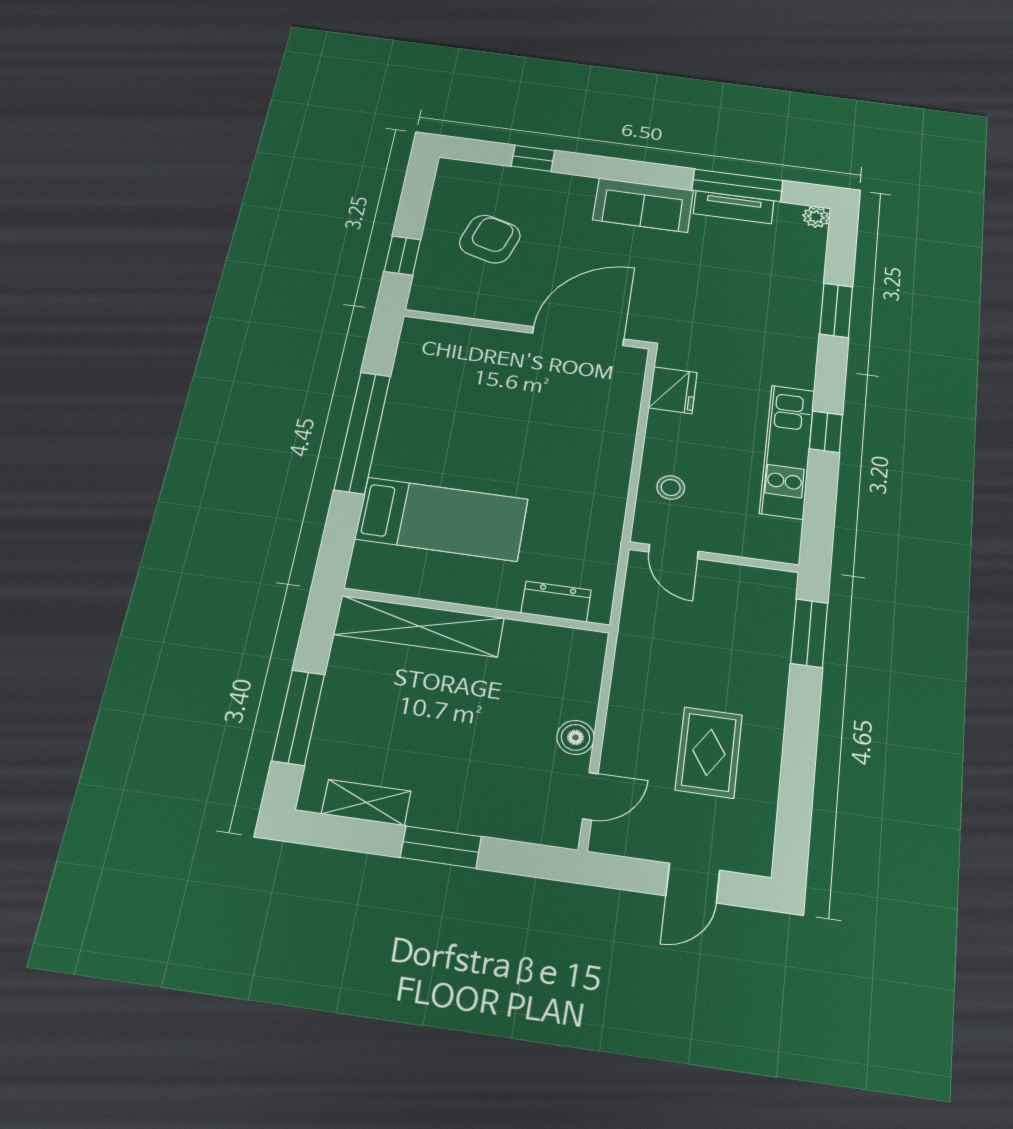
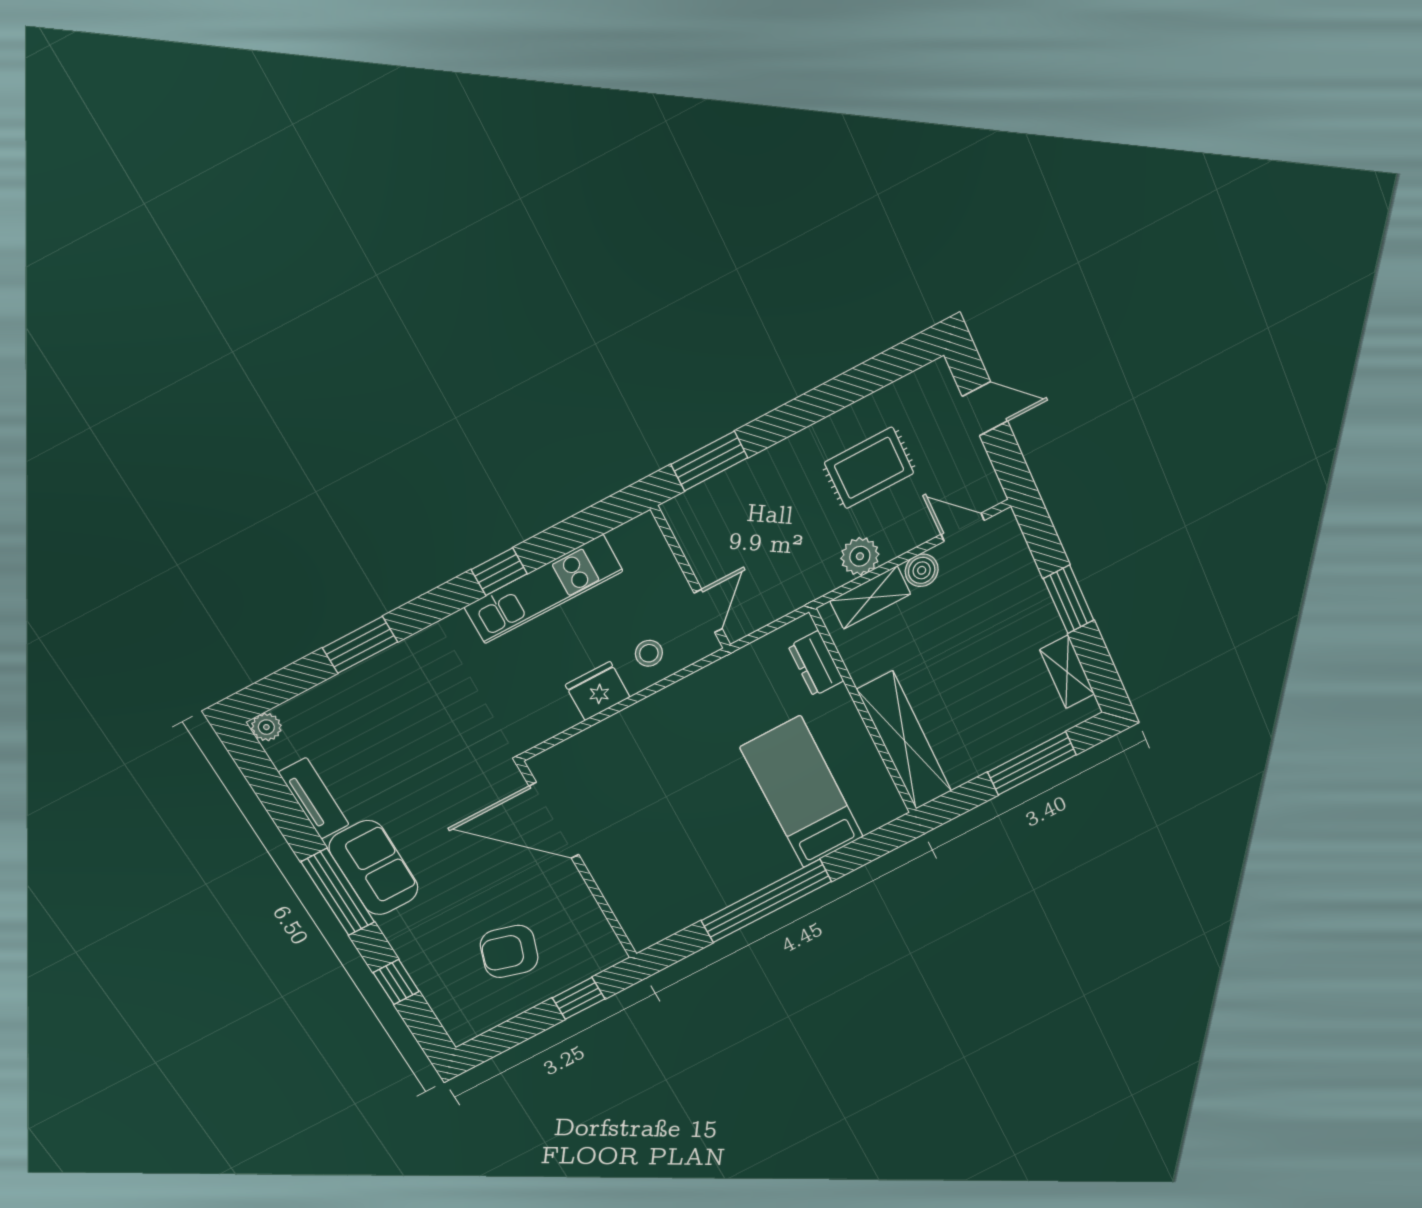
window: (737, 185) -> (338, 892), moved
fridge: (673, 390) -> (598, 691), moved
shelving: (583, 681) -> (870, 597), added
plant: (630, 696) -> (860, 556), added

